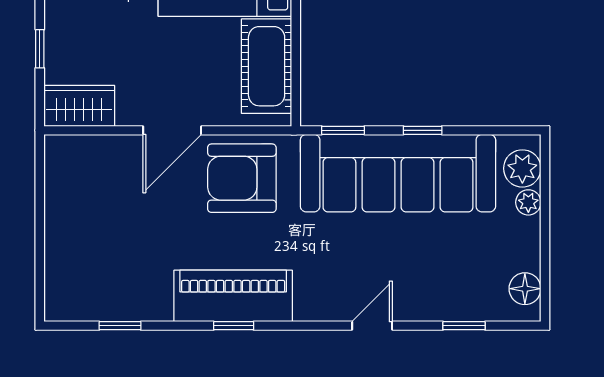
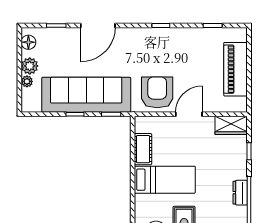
cot: (267, 66) -> (143, 149), width x0.73, depth x0.75
plant: (522, 168) -> (30, 66), moved
armchair: (242, 178) -> (157, 92), turned -90
piano: (233, 296) -> (235, 69), moved, turned 90
door: (372, 326) -> (98, 25), width x1.88

